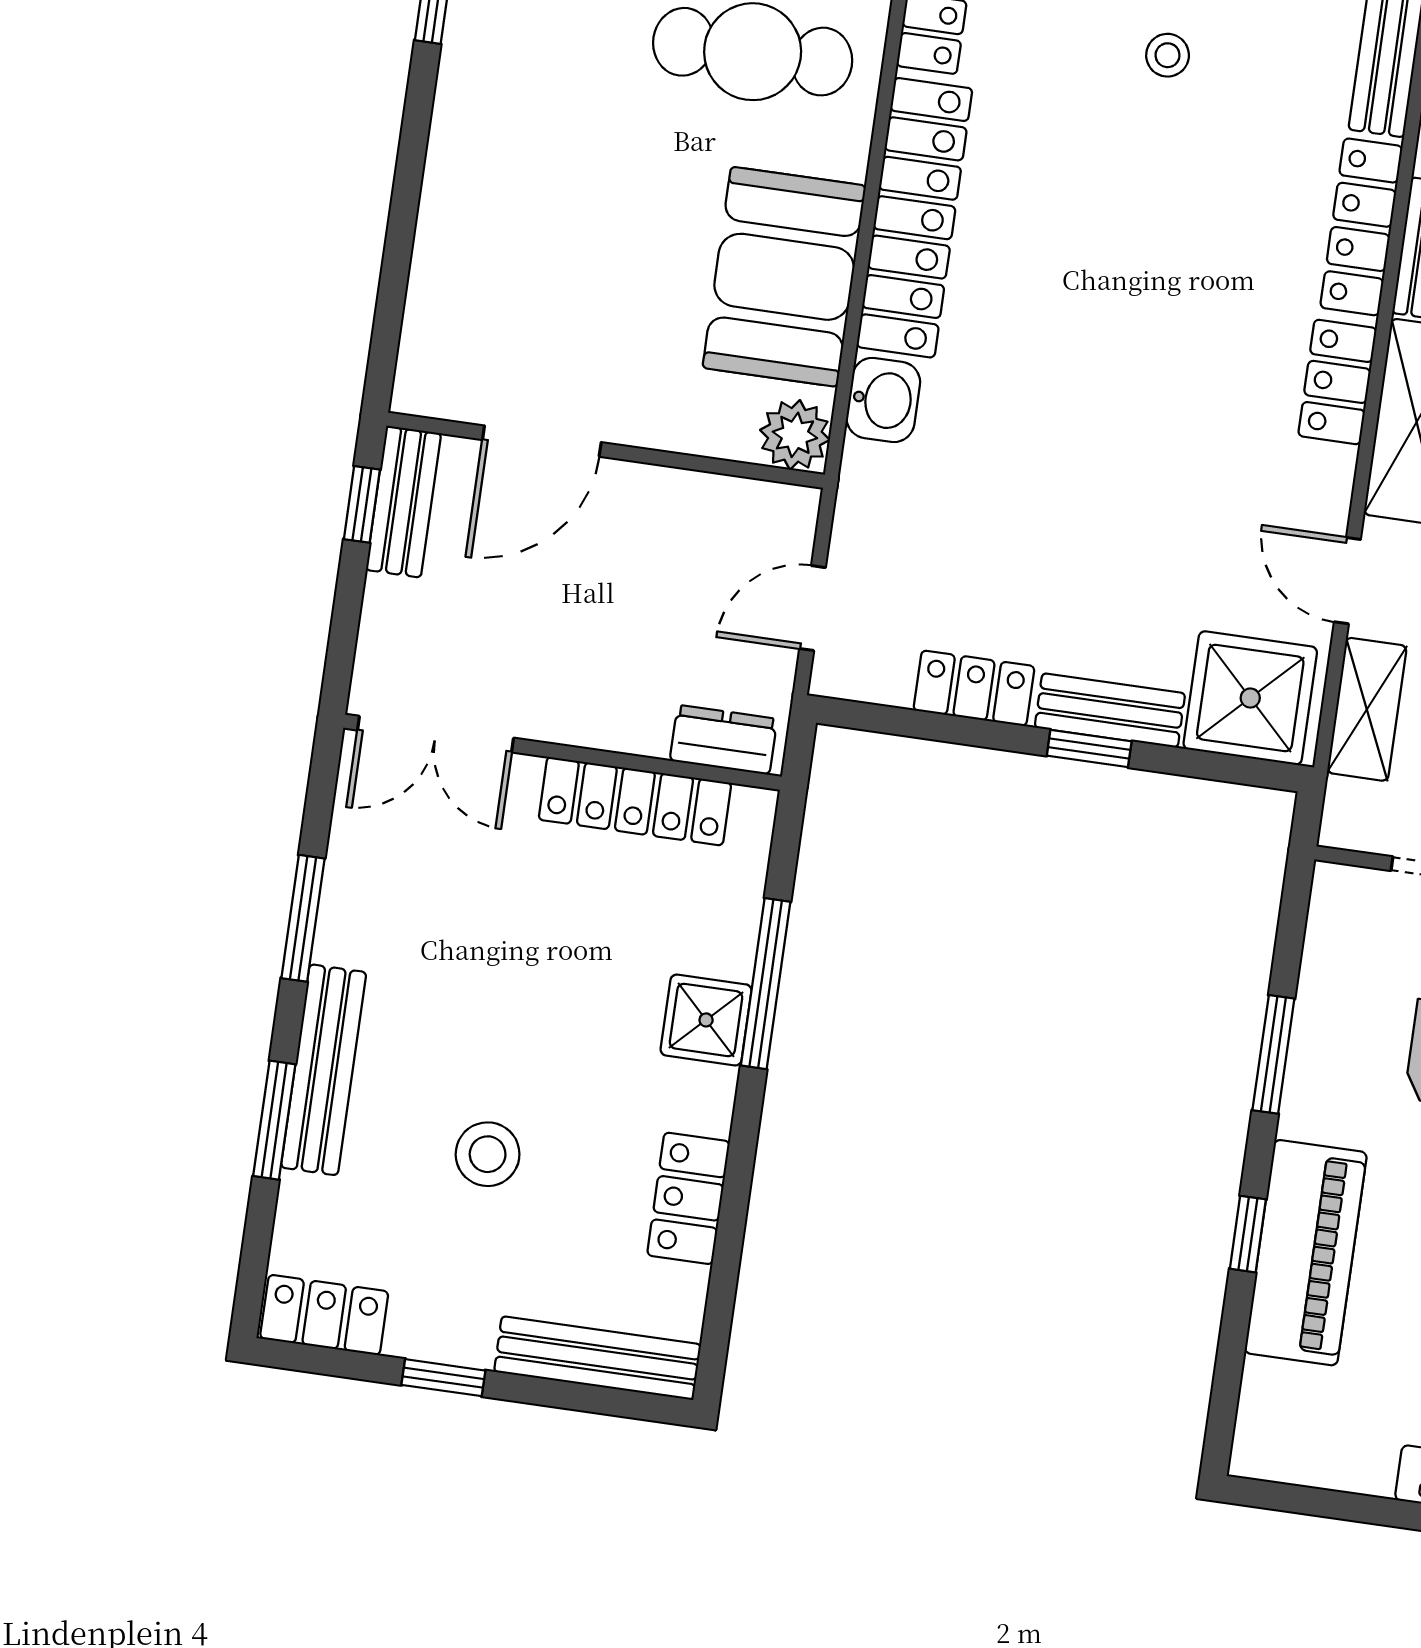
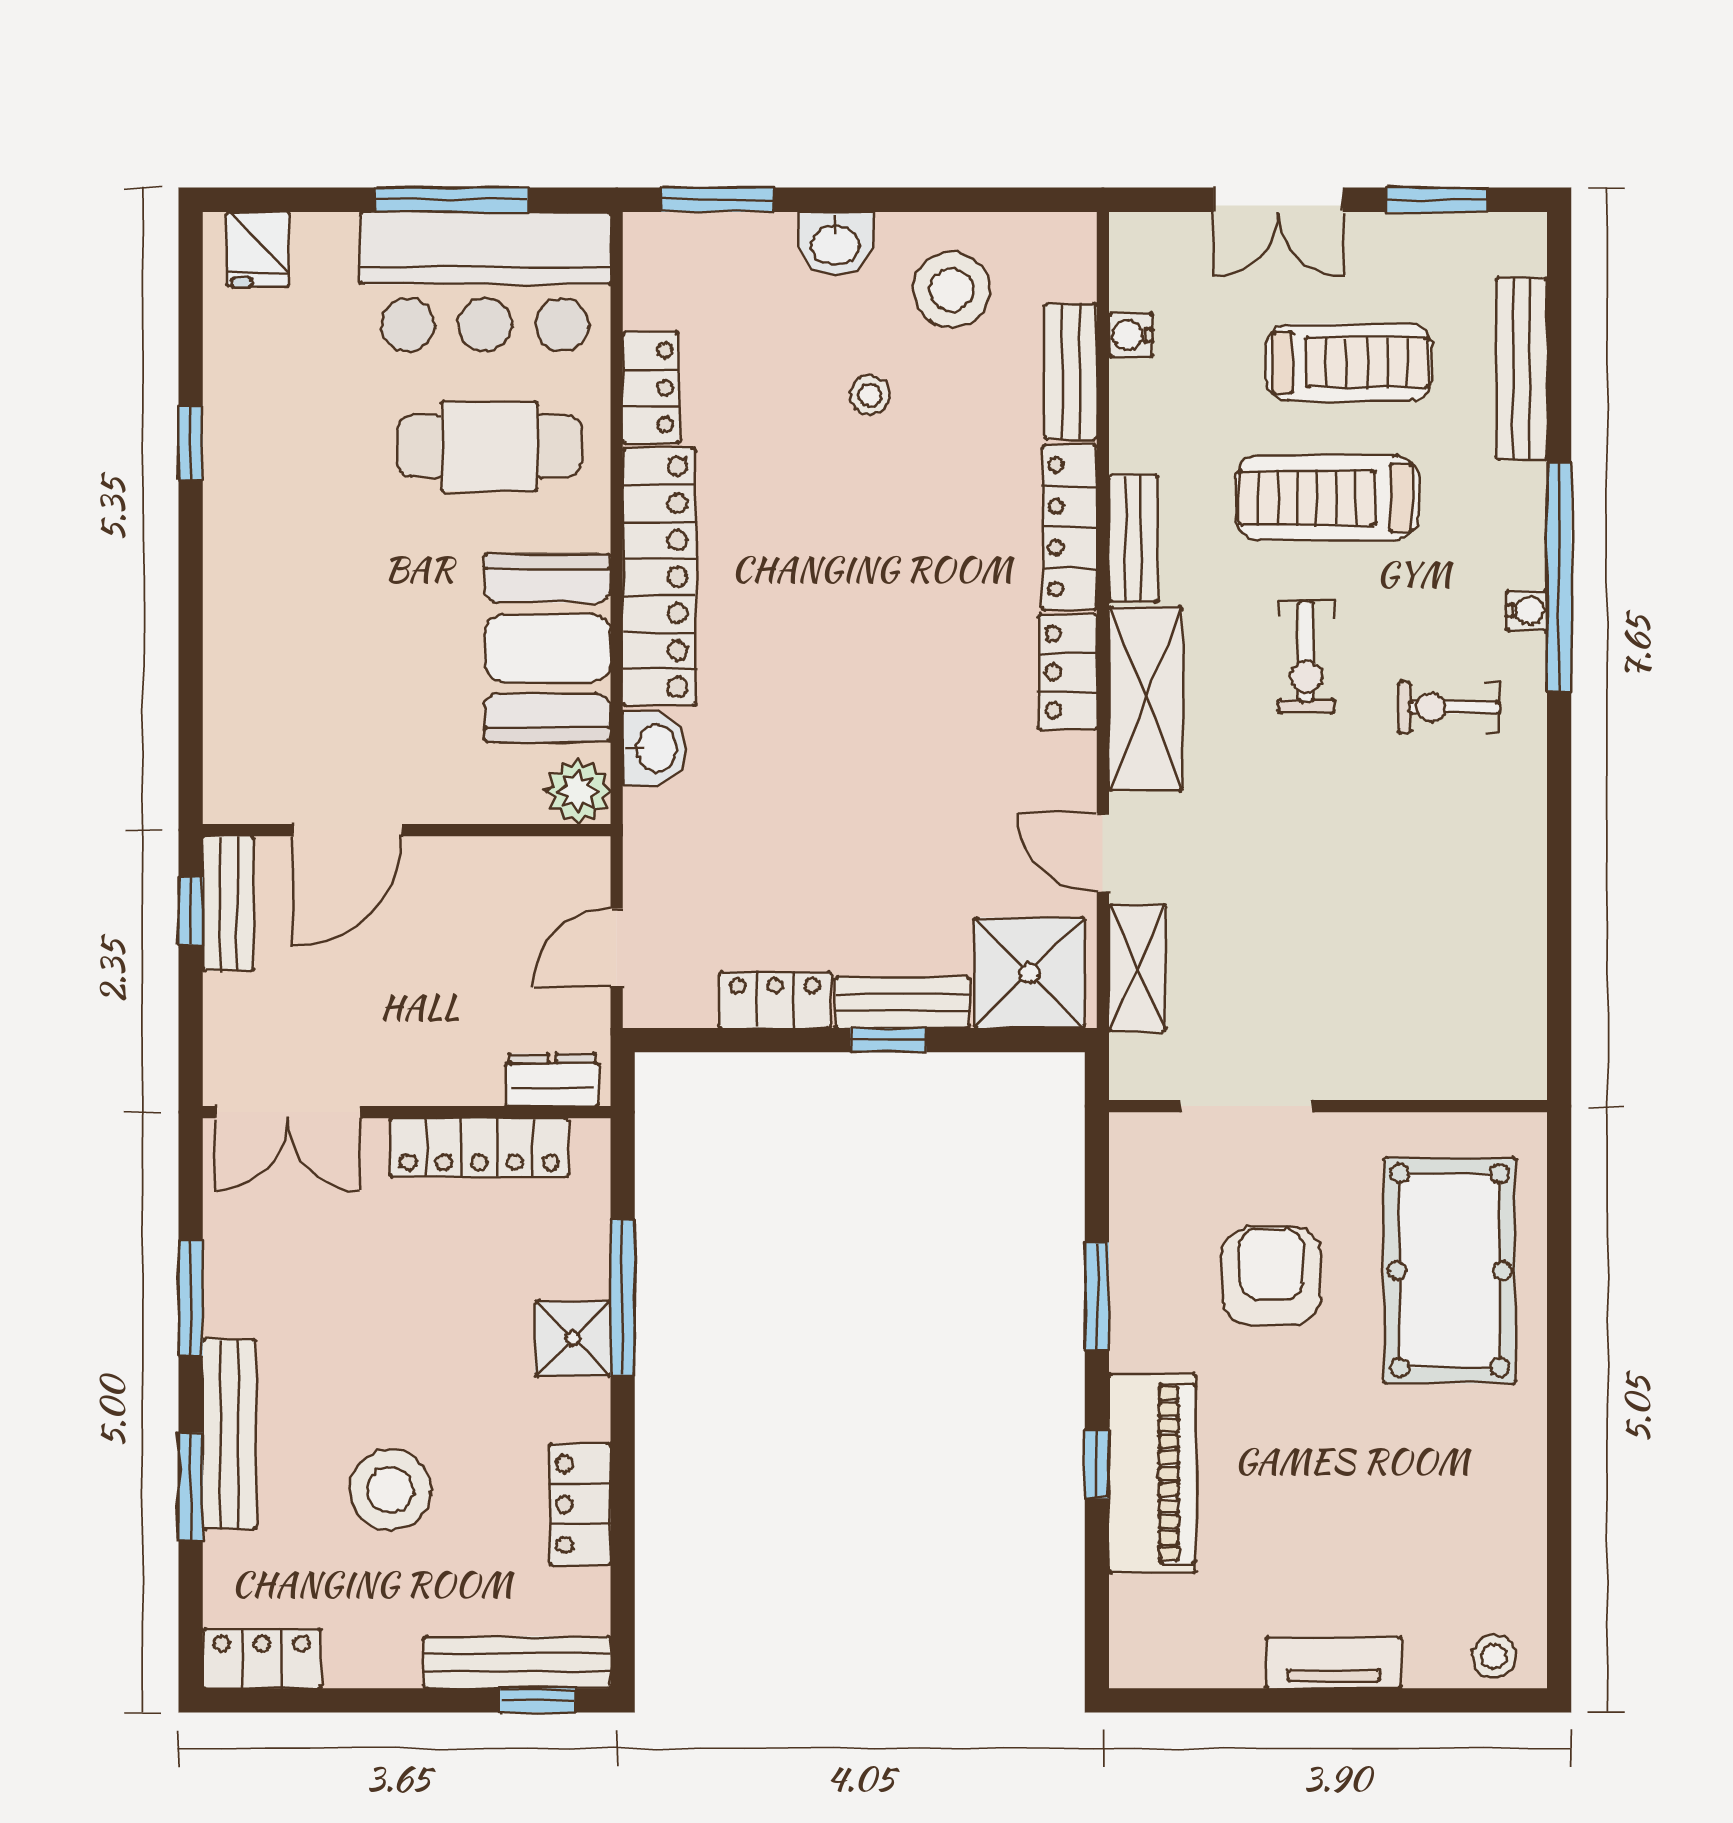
stool: (488, 1154) -> (390, 1490), width x1.38, depth x1.38
window: (443, 1378) -> (538, 1700), moved

